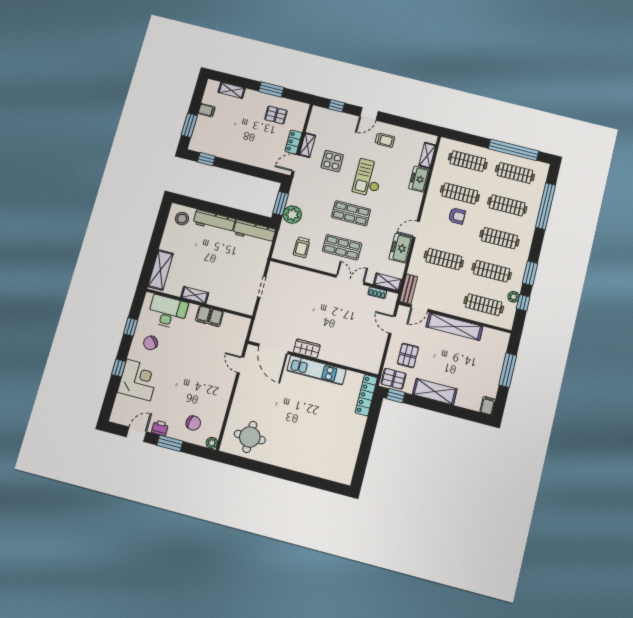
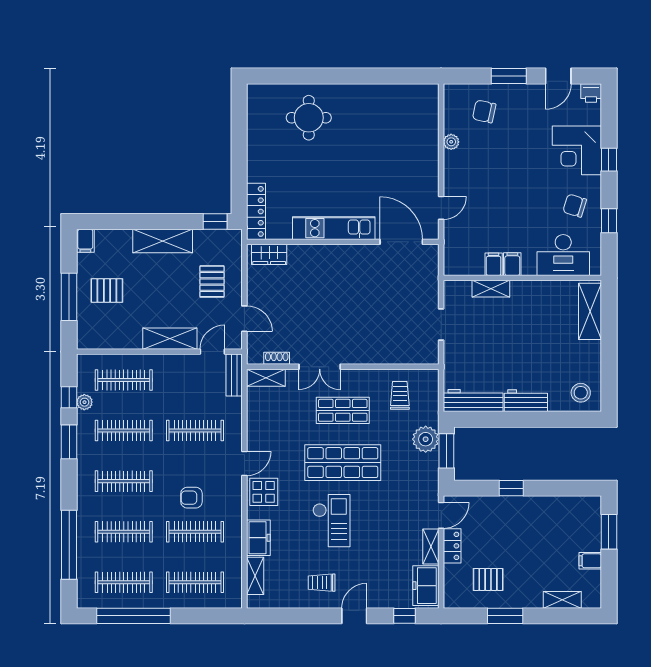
window: (206, 159) -> (511, 488), moved
display table: (332, 161) -> (264, 492), moved
shop shelf: (351, 213) -> (343, 463), width x1.43, depth x1.36
workbench: (214, 221) -> (526, 401), width x0.73
freezer: (401, 248) -> (426, 586), moved, turned 180
shelving: (195, 295) -> (491, 289), moved
shelving: (454, 327) -> (170, 339), width x0.68
chair: (151, 343) -> (575, 206), turned -122
wardrobe: (307, 349) -> (269, 254), moved
door: (240, 365) -> (441, 208), hinge flipped
pallet: (394, 379) -> (107, 291), moved
printer: (160, 428) -> (591, 93), moved
round table: (250, 437) -> (309, 118), moved
plant: (212, 443) -> (451, 142), moved

